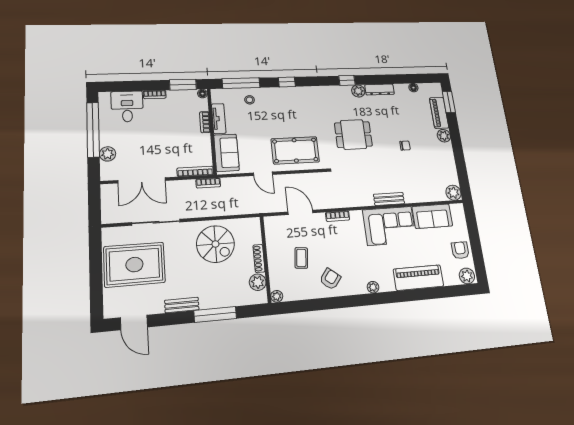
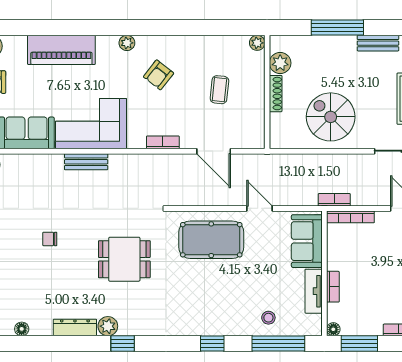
armchair: (330, 279) -> (159, 75), moved

